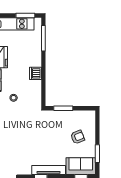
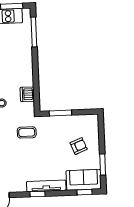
dishwasher: (36, 73) -> (27, 94), moved
coffee table: (34, 124) -> (27, 132), added

